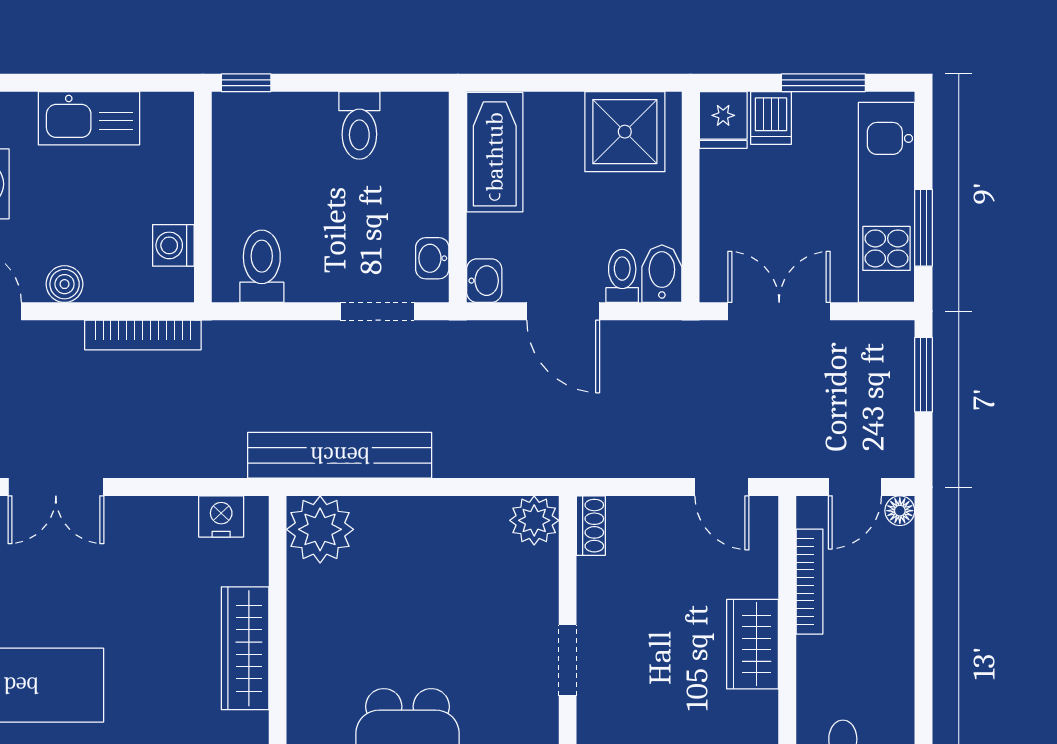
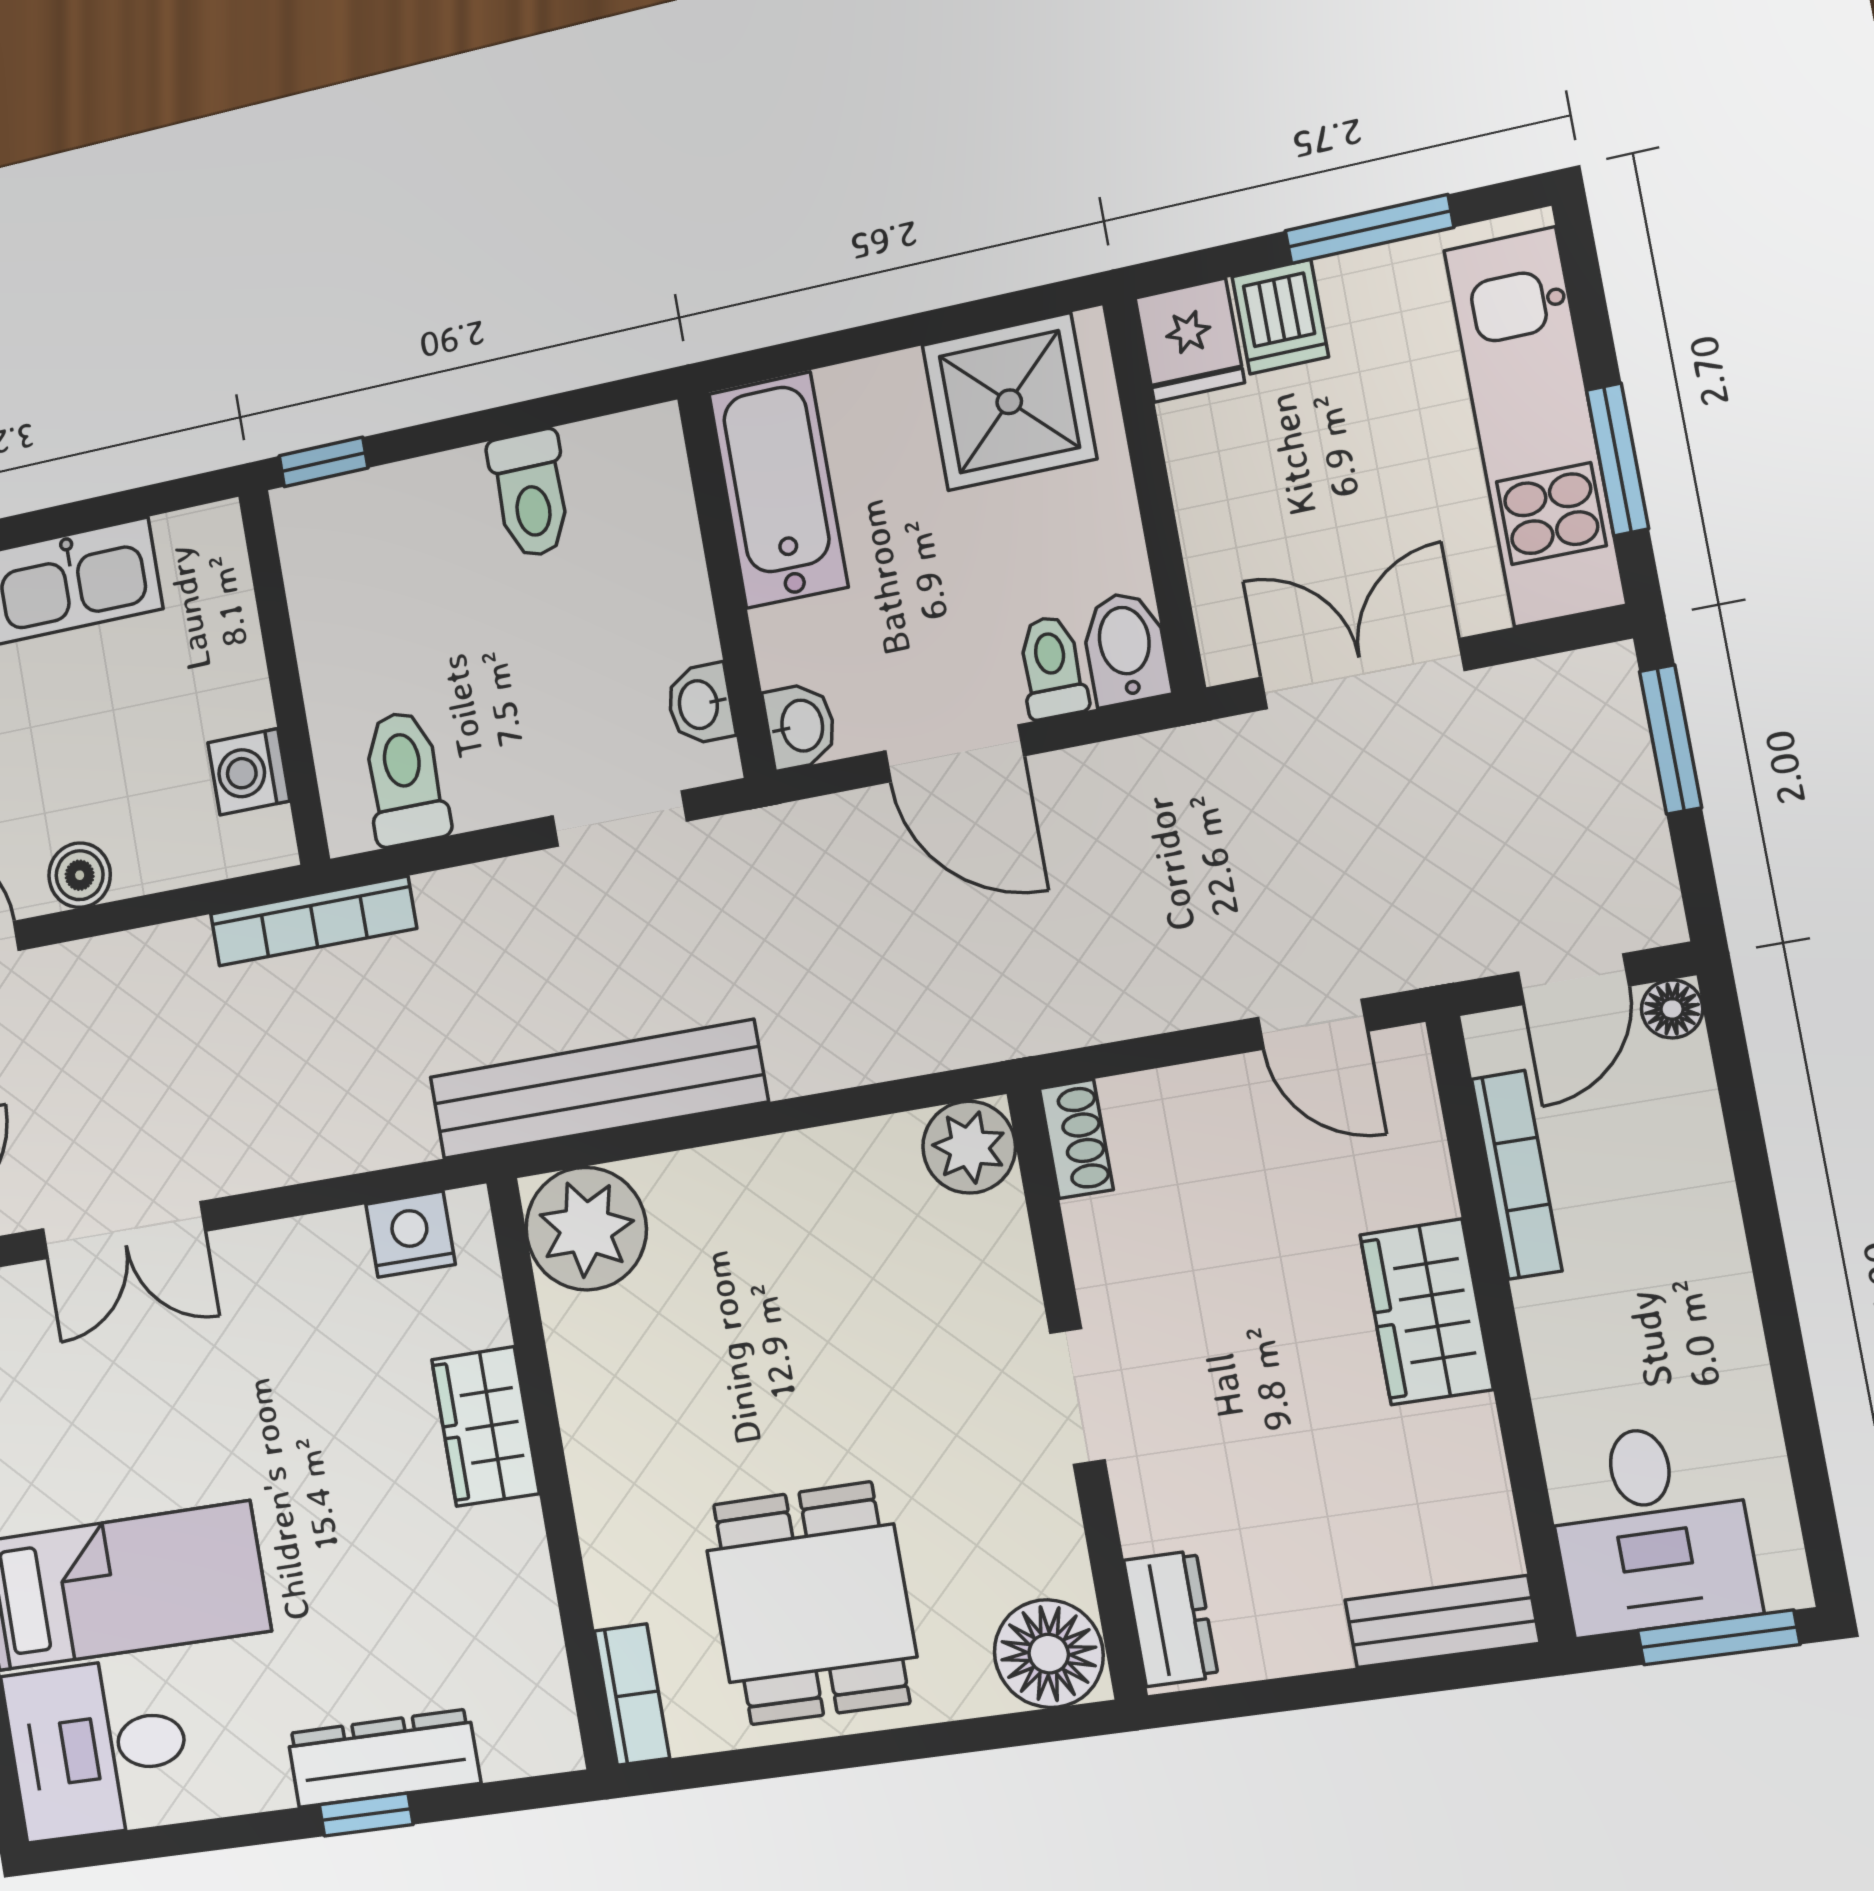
bookcase: (143, 335) -> (313, 921), moved
wardrobe: (245, 648) -> (485, 1427), width x0.67

